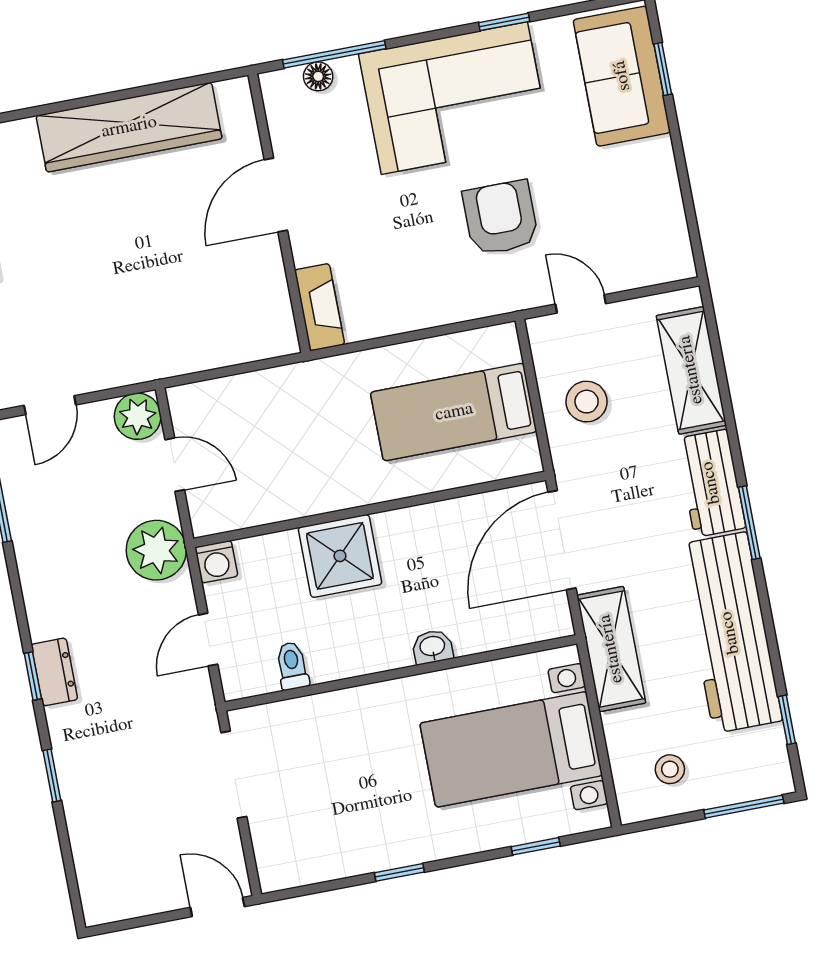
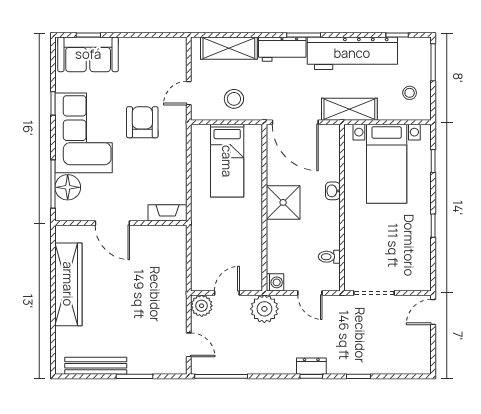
floor lamp: (318, 76) -> (68, 187), width x1.89, depth x1.89
armchair: (501, 218) -> (142, 122), turned 90
shower: (340, 556) -> (283, 202), moved

